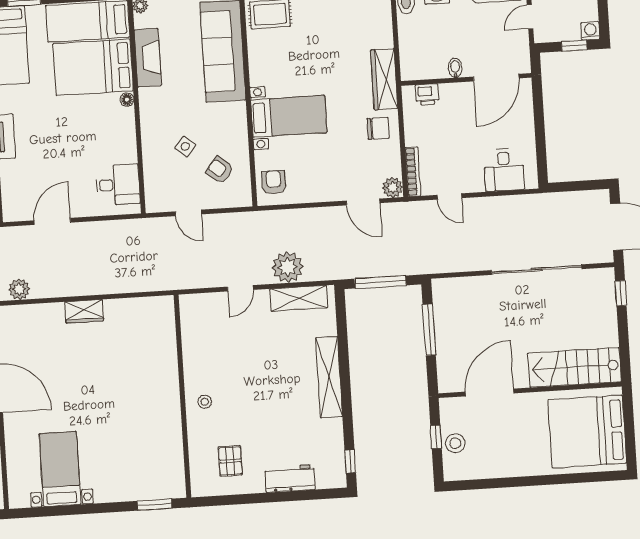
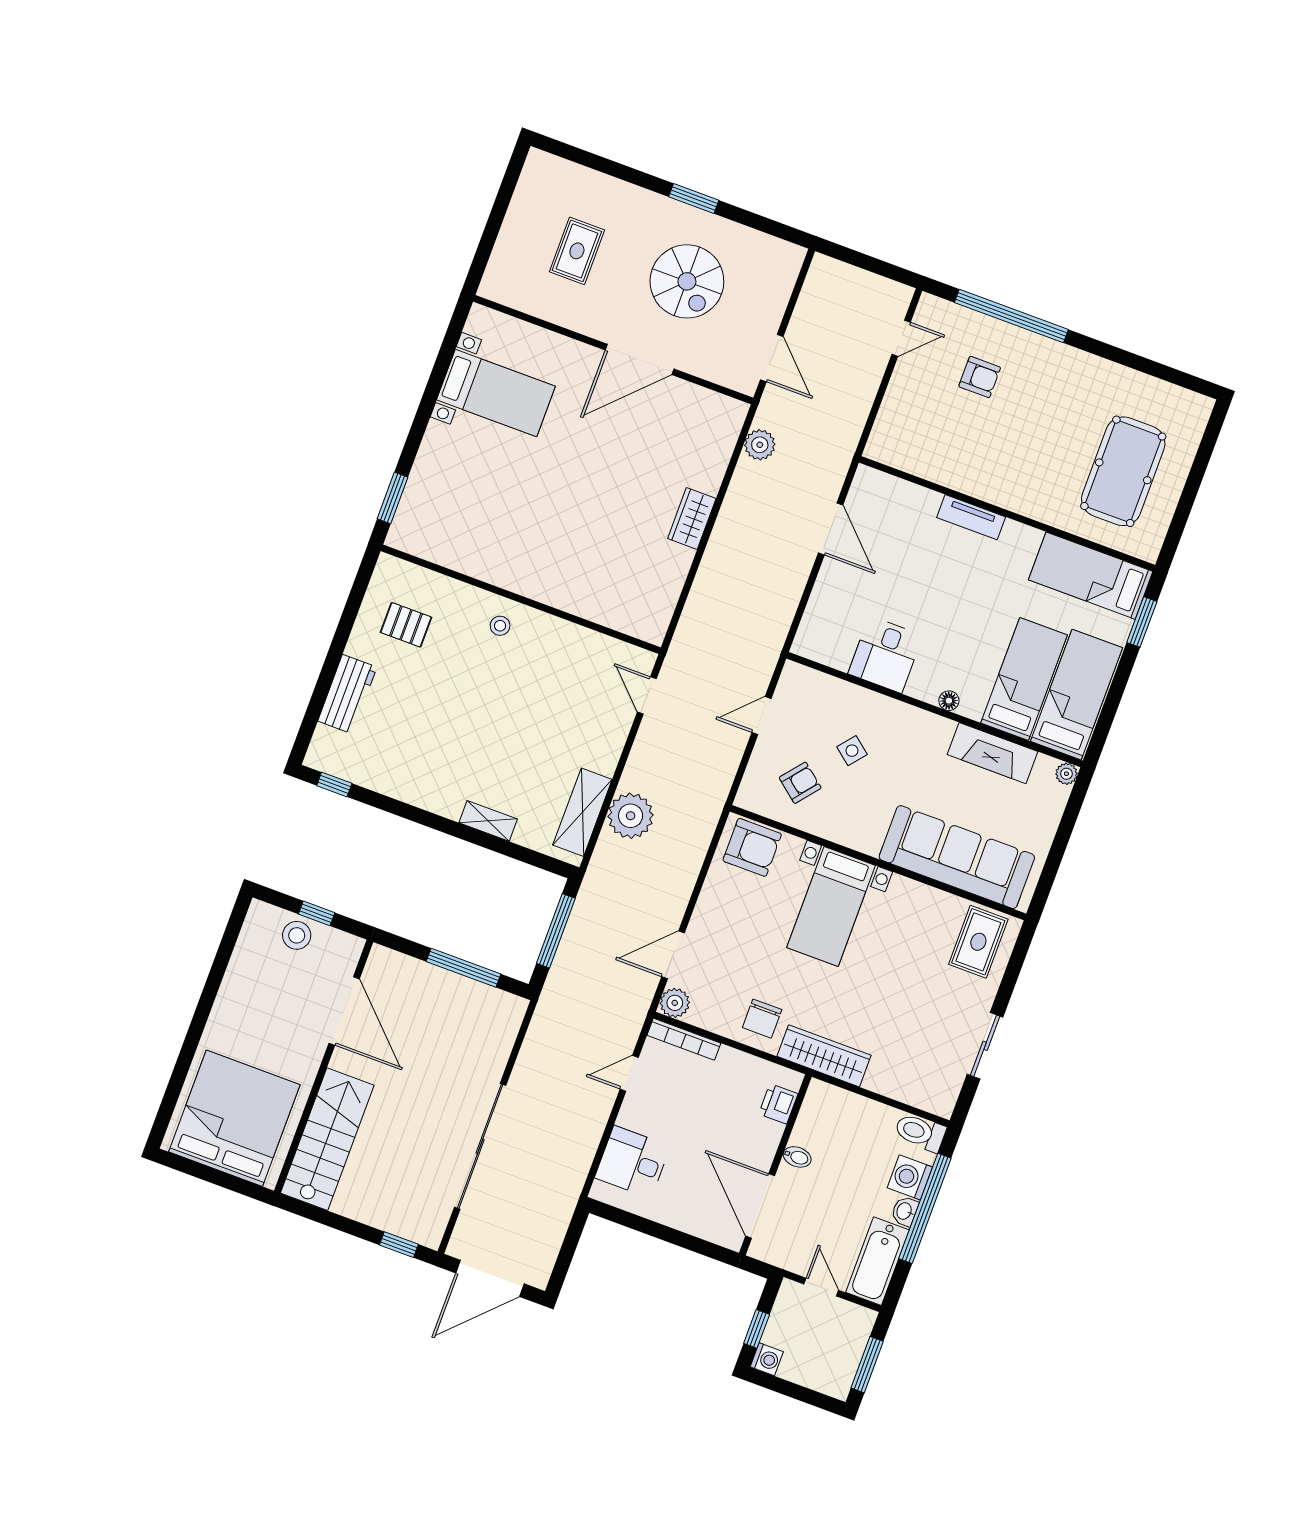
bed: (93, 67) -> (1024, 679), width x0.67
armchair: (274, 182) -> (752, 847), width x1.38, depth x1.38
desk: (118, 185) -> (885, 655), moved
door: (240, 288) -> (647, 695), moved
shelving: (329, 377) -> (488, 821), width x0.45, depth x0.75

